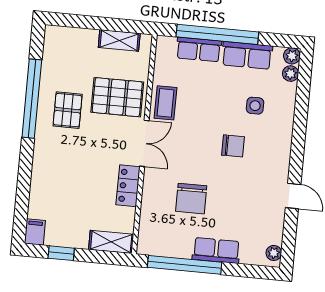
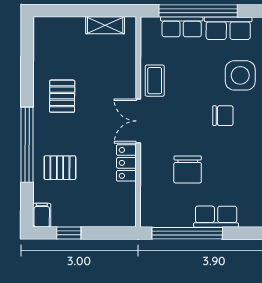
pallet: (117, 97) -> (60, 168), moved, width x0.67, depth x0.71
window: (32, 99) -> (27, 145), moved
side table: (255, 106) -> (240, 75), width x1.87, depth x1.87
double door: (144, 143) -> (138, 121), swing flipped
shelving: (111, 242) -> (115, 218), removed

